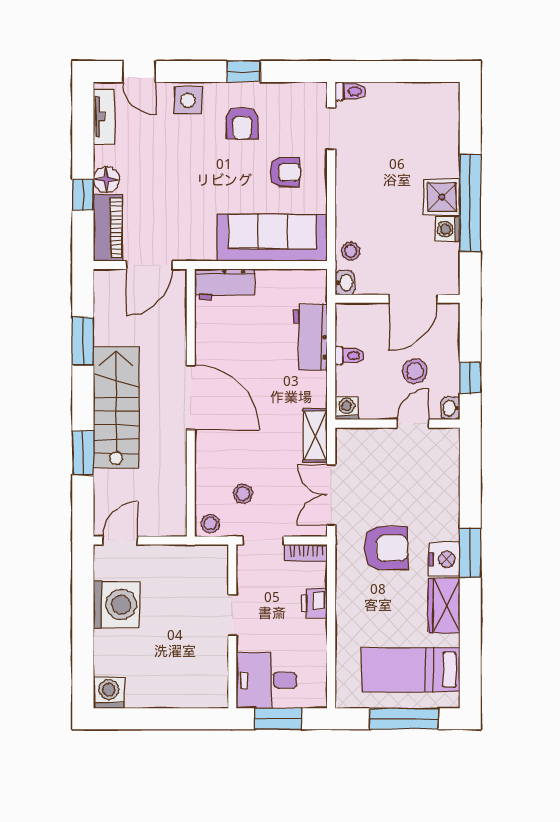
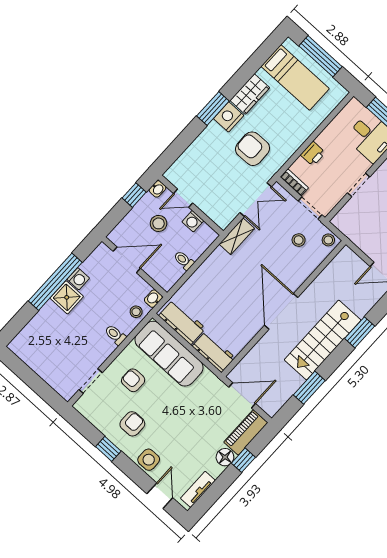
toilet: (350, 91) -> (115, 335), moved
workbench: (310, 337) -> (182, 322), moved, turned -90
washing machine: (347, 408) -> (193, 221), moved

